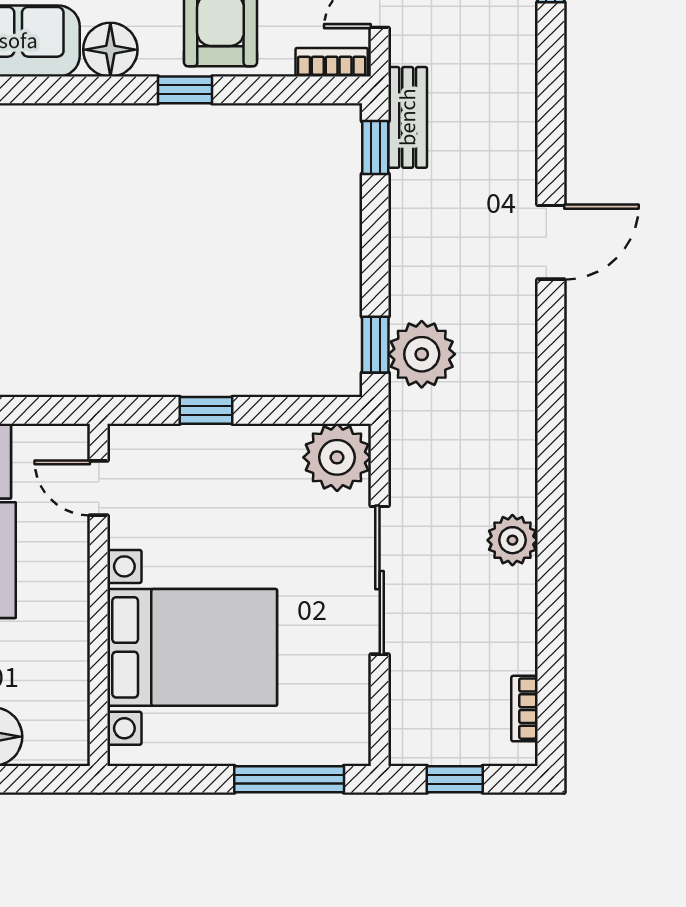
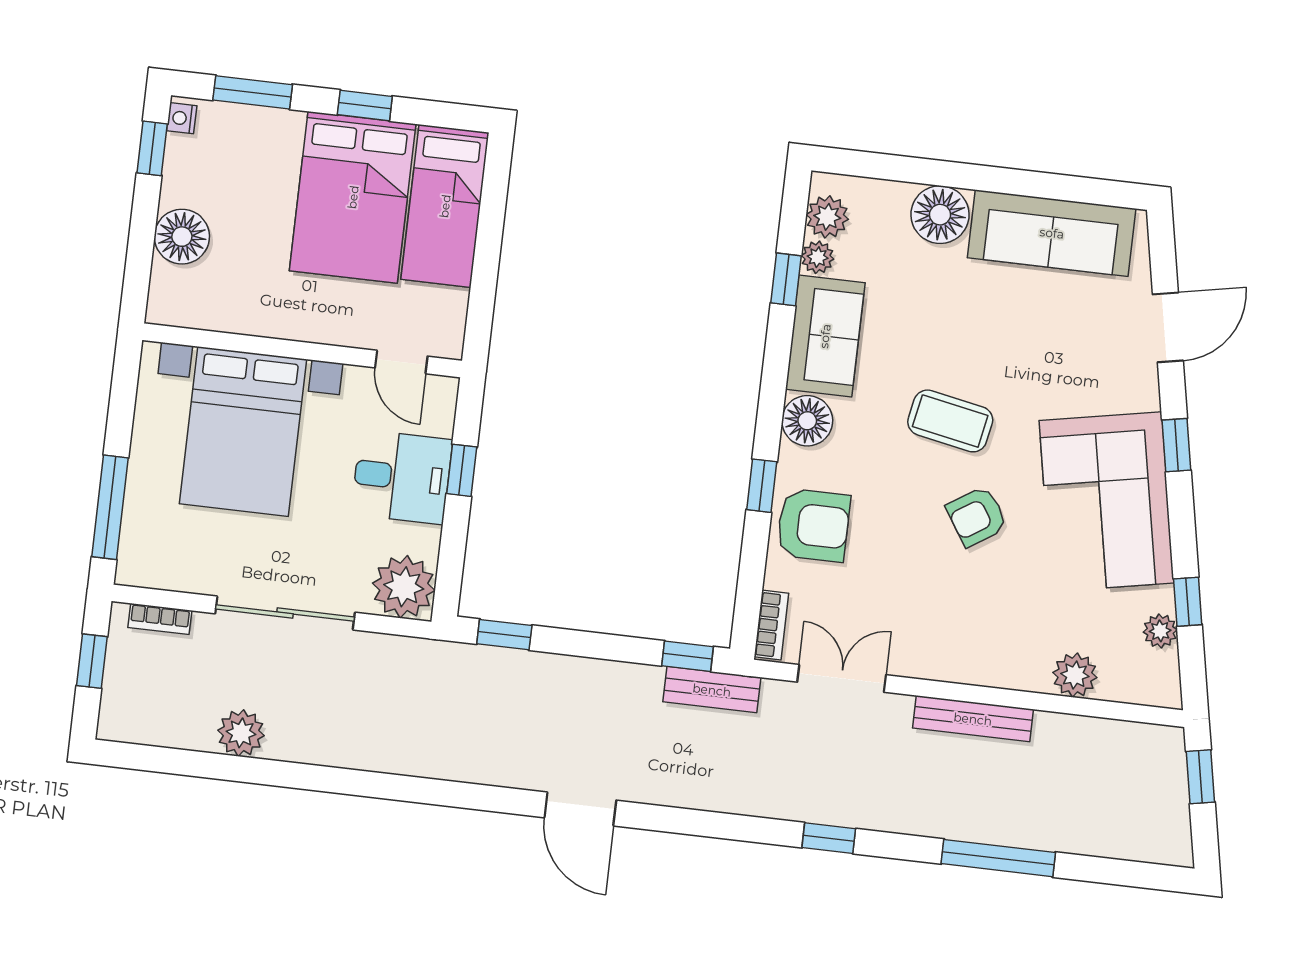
plant: (422, 354) -> (490, 677), removed
desk: (221, 473) -> (402, 477), added
door: (99, 488) -> (401, 362), swing flipped
plant: (512, 540) -> (241, 733), moved
bookcase: (525, 709) -> (160, 619), moved, turned 180

